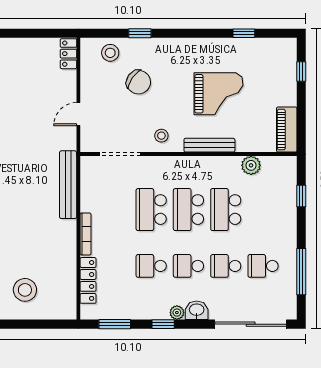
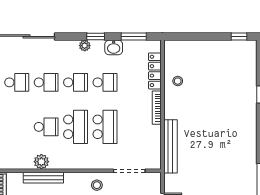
bench: (209, 145) -> (43, 178), moved
plant: (251, 165) -> (41, 162), moved
school desk: (226, 210) -> (46, 127), width x0.54
stool: (25, 290) -> (178, 81), moved, width x0.53, depth x0.53
washbasin: (197, 310) -> (114, 47), moved

